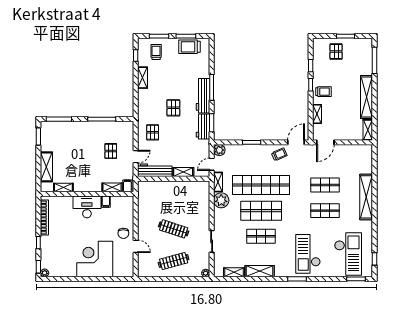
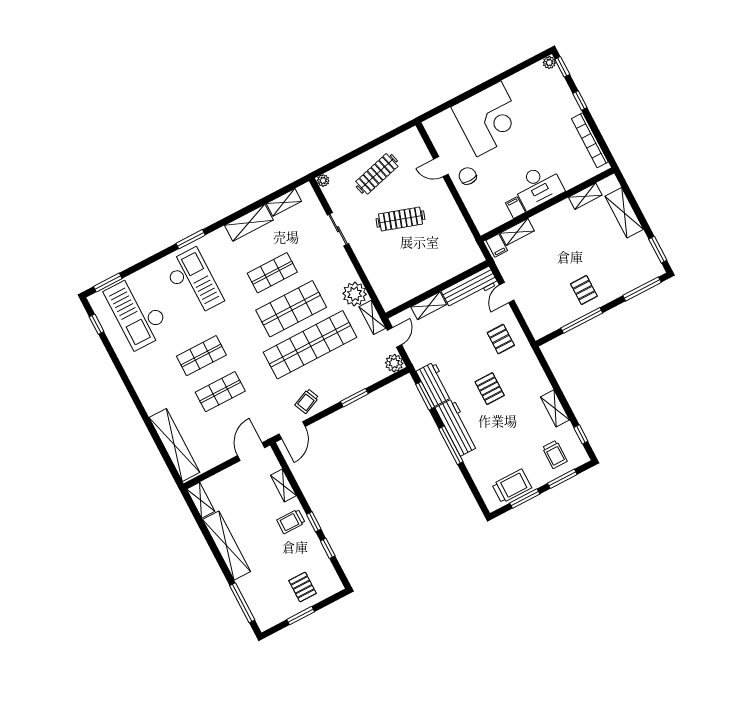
pallet: (111, 151) -> (584, 290), moved
shelving: (366, 197) -> (174, 445), moved

